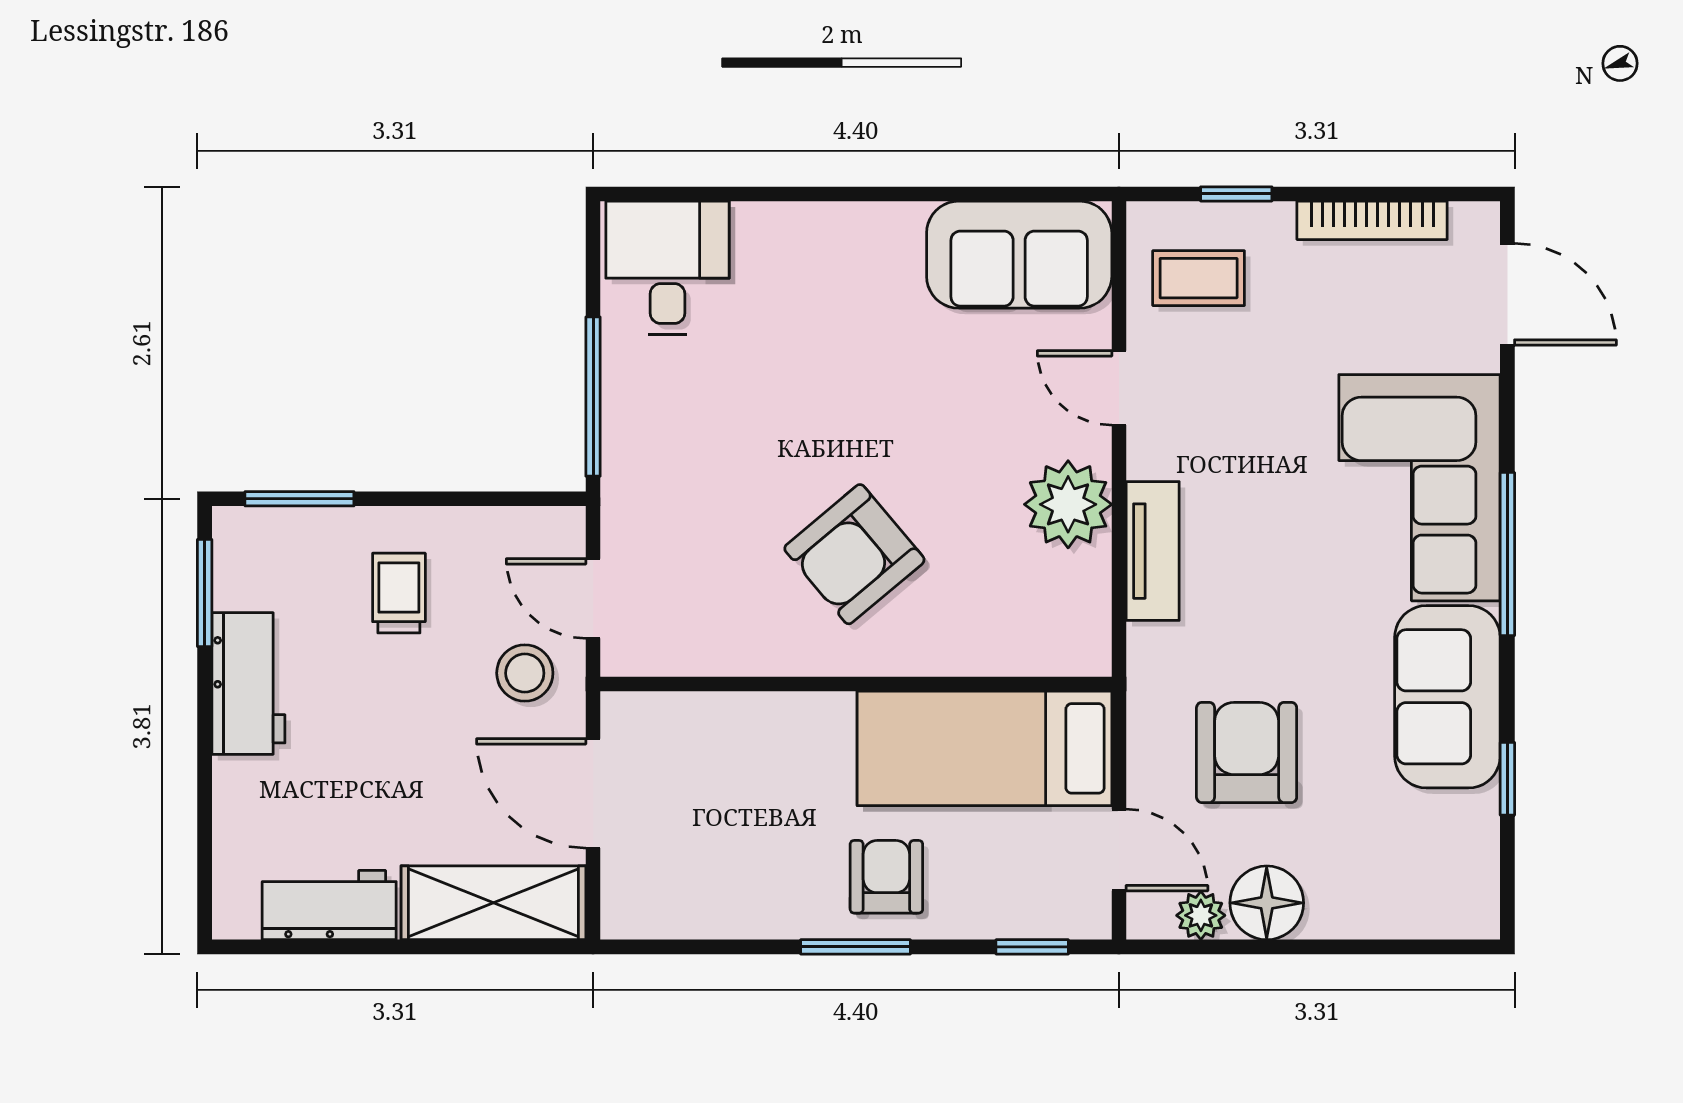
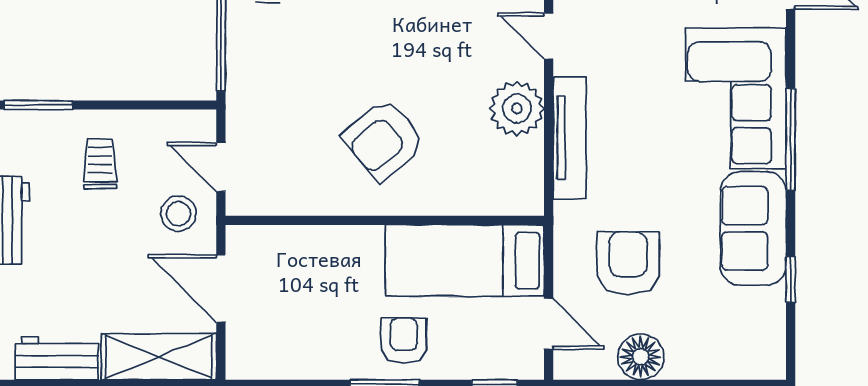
tv unit: (1153, 551) -> (570, 138), width x1.41
plant: (1201, 915) -> (600, 365), removed

